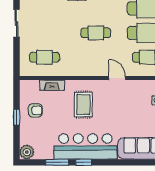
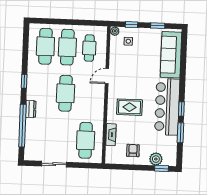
cafe table: (96, 33) -> (65, 93), width x1.37, depth x1.35
cafe table: (45, 57) -> (86, 140), width x1.37, depth x1.35
window: (17, 117) -> (161, 168), moved
plant: (27, 152) -> (156, 159), moved

